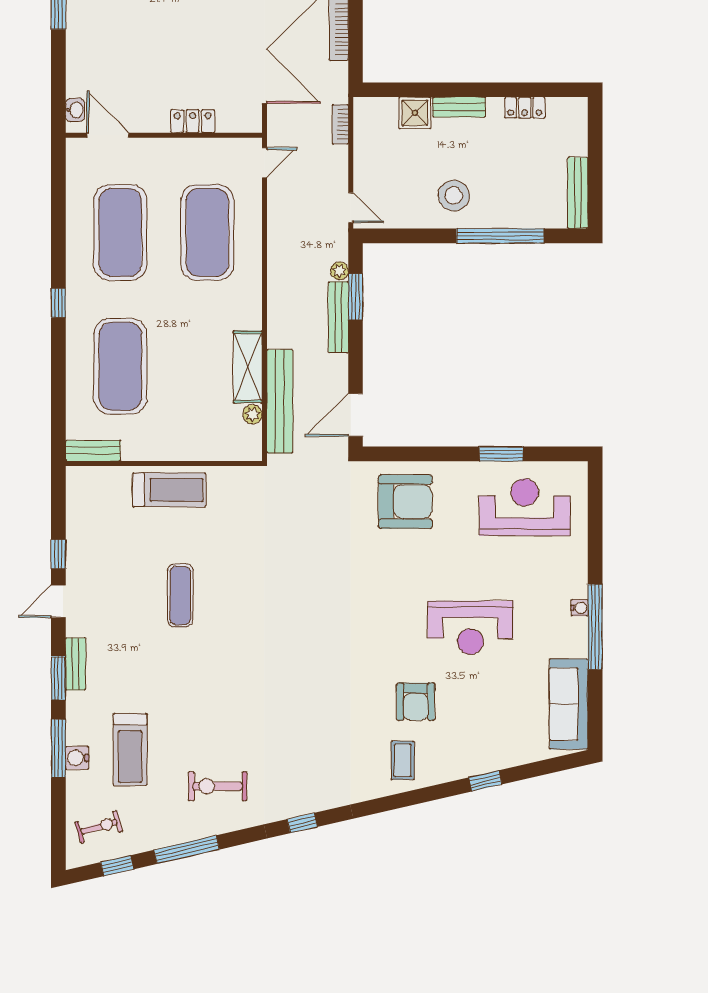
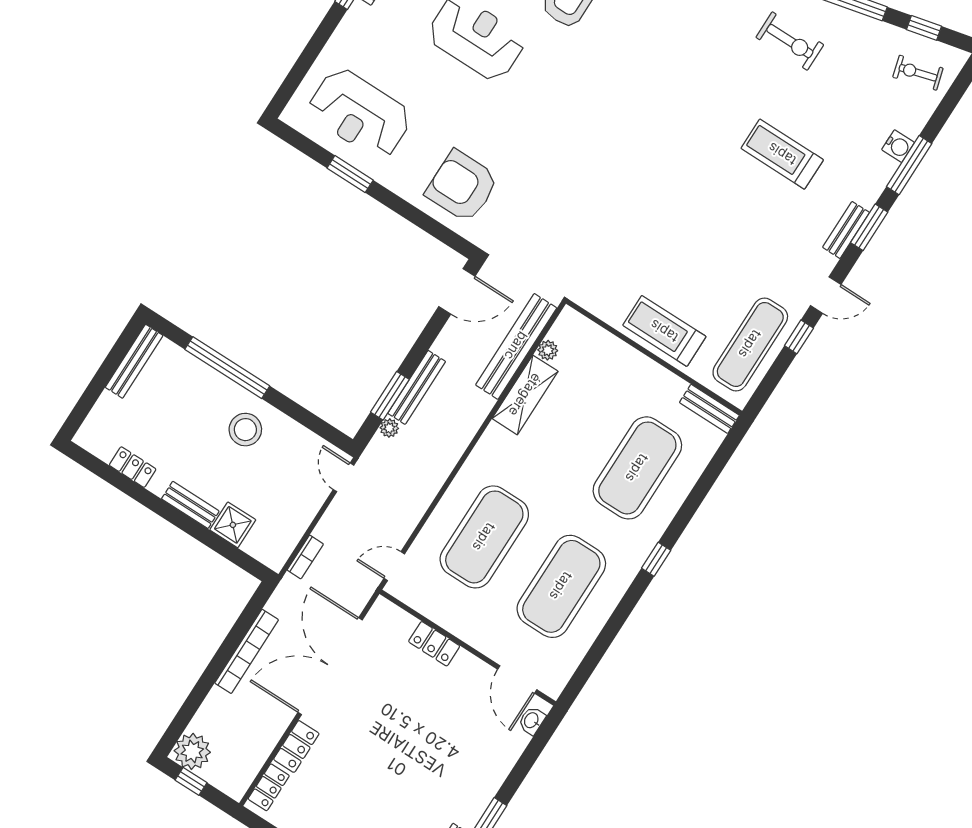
exercise mat: (180, 596) -> (750, 344), moved, width x1.36, depth x1.45
treadmill: (130, 749) -> (782, 154), moved, turned -90

